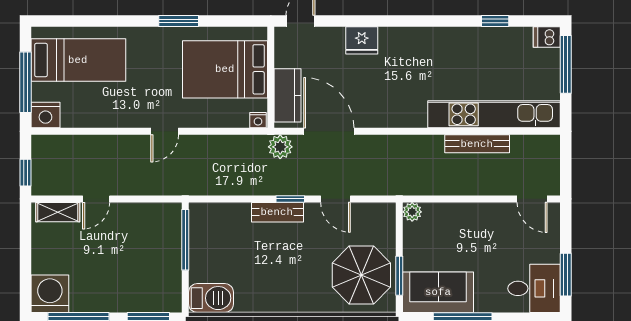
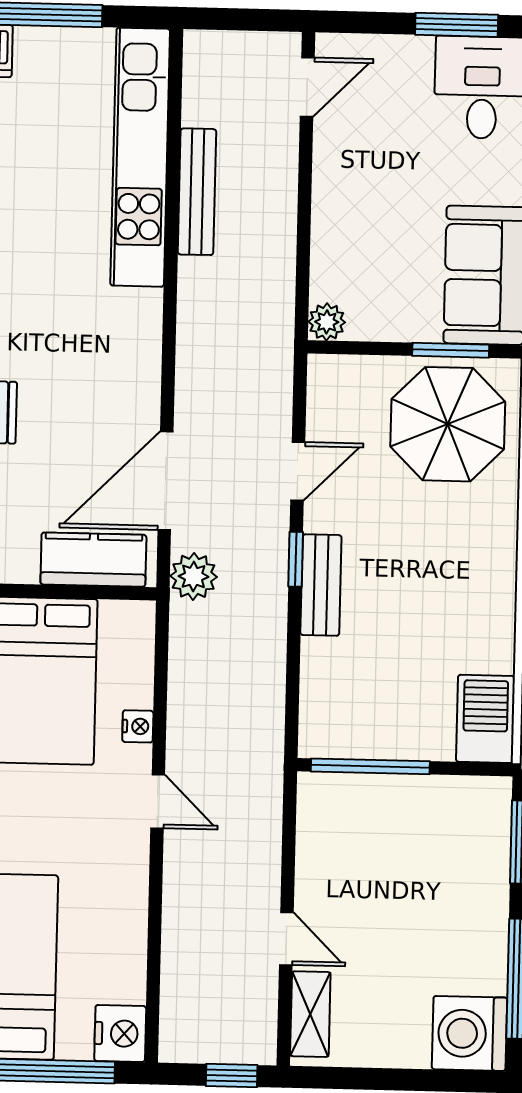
nightstand: (258, 120) -> (138, 726), moved

